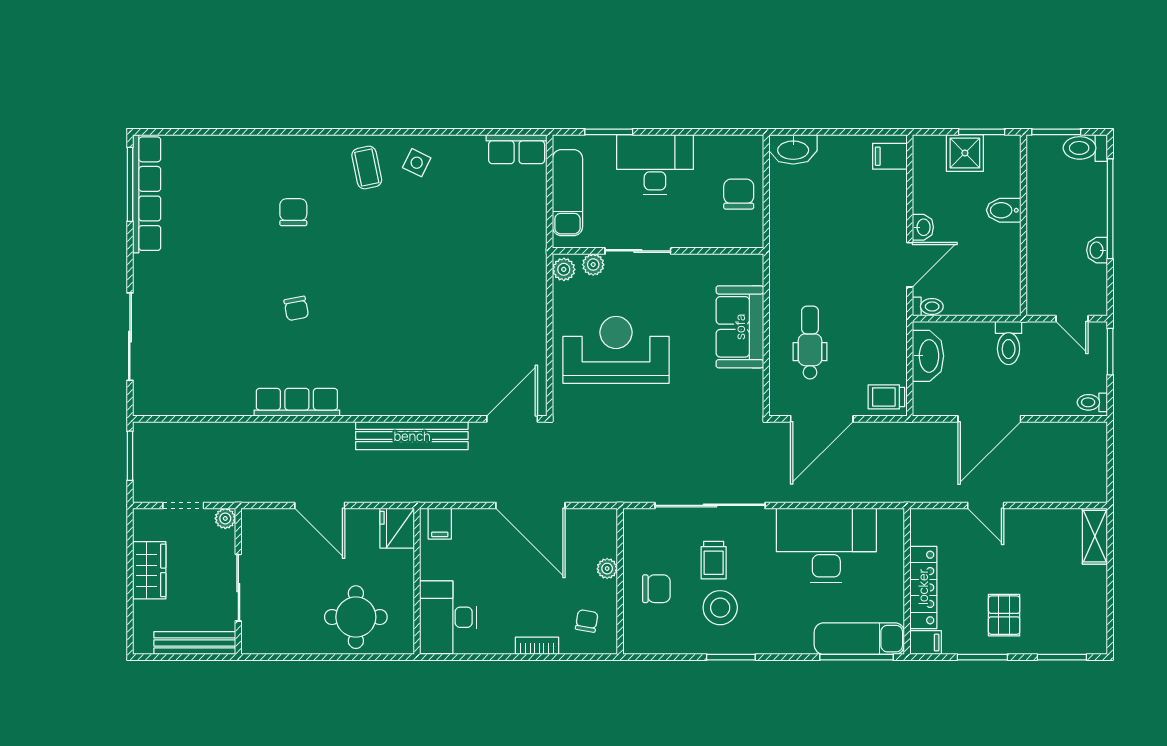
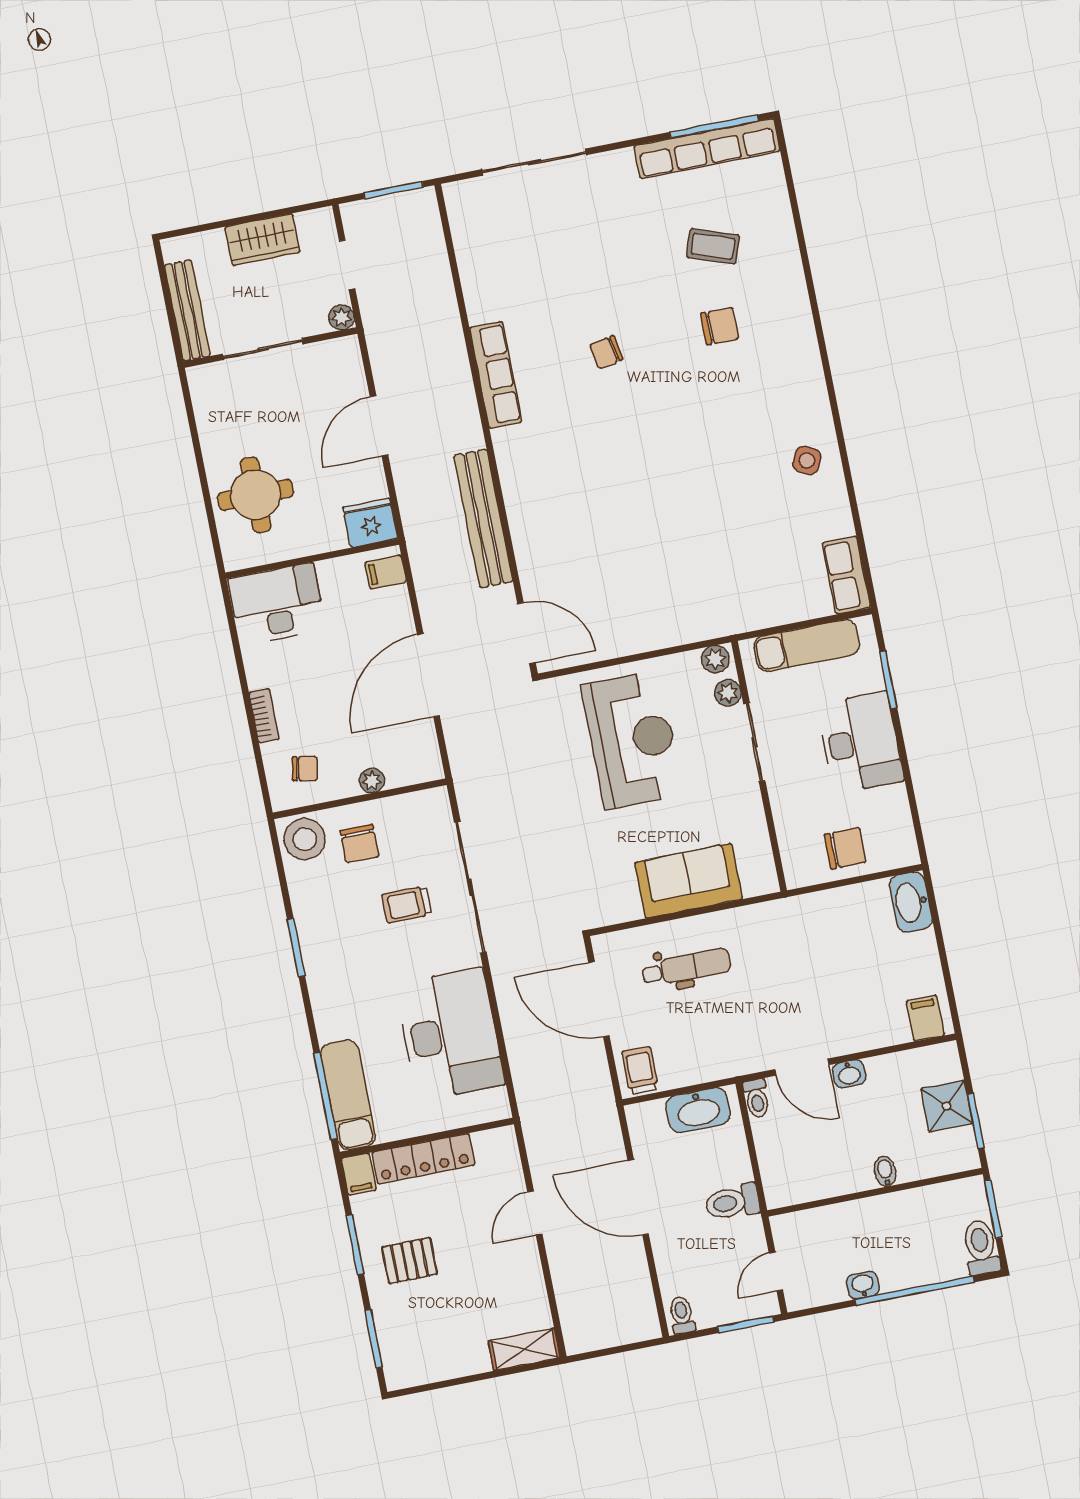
coffee table: (367, 168) -> (713, 246), moved, turned 31
bidet: (1004, 210) -> (885, 1171), width x0.72, depth x0.74
stool: (720, 608) -> (305, 839), moved

